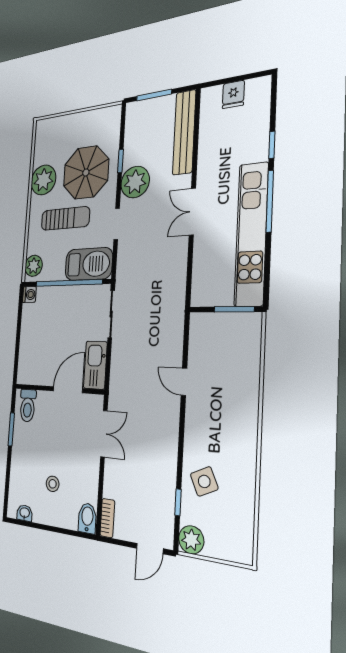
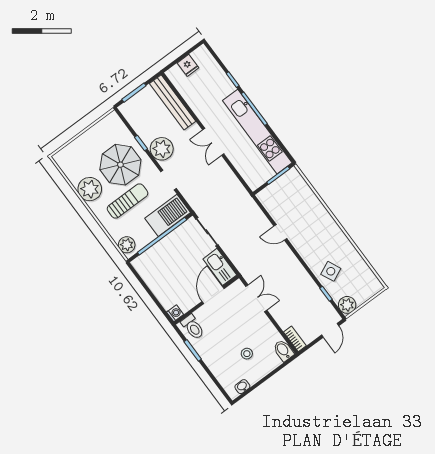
washing machine: (29, 295) -> (175, 313), moved

